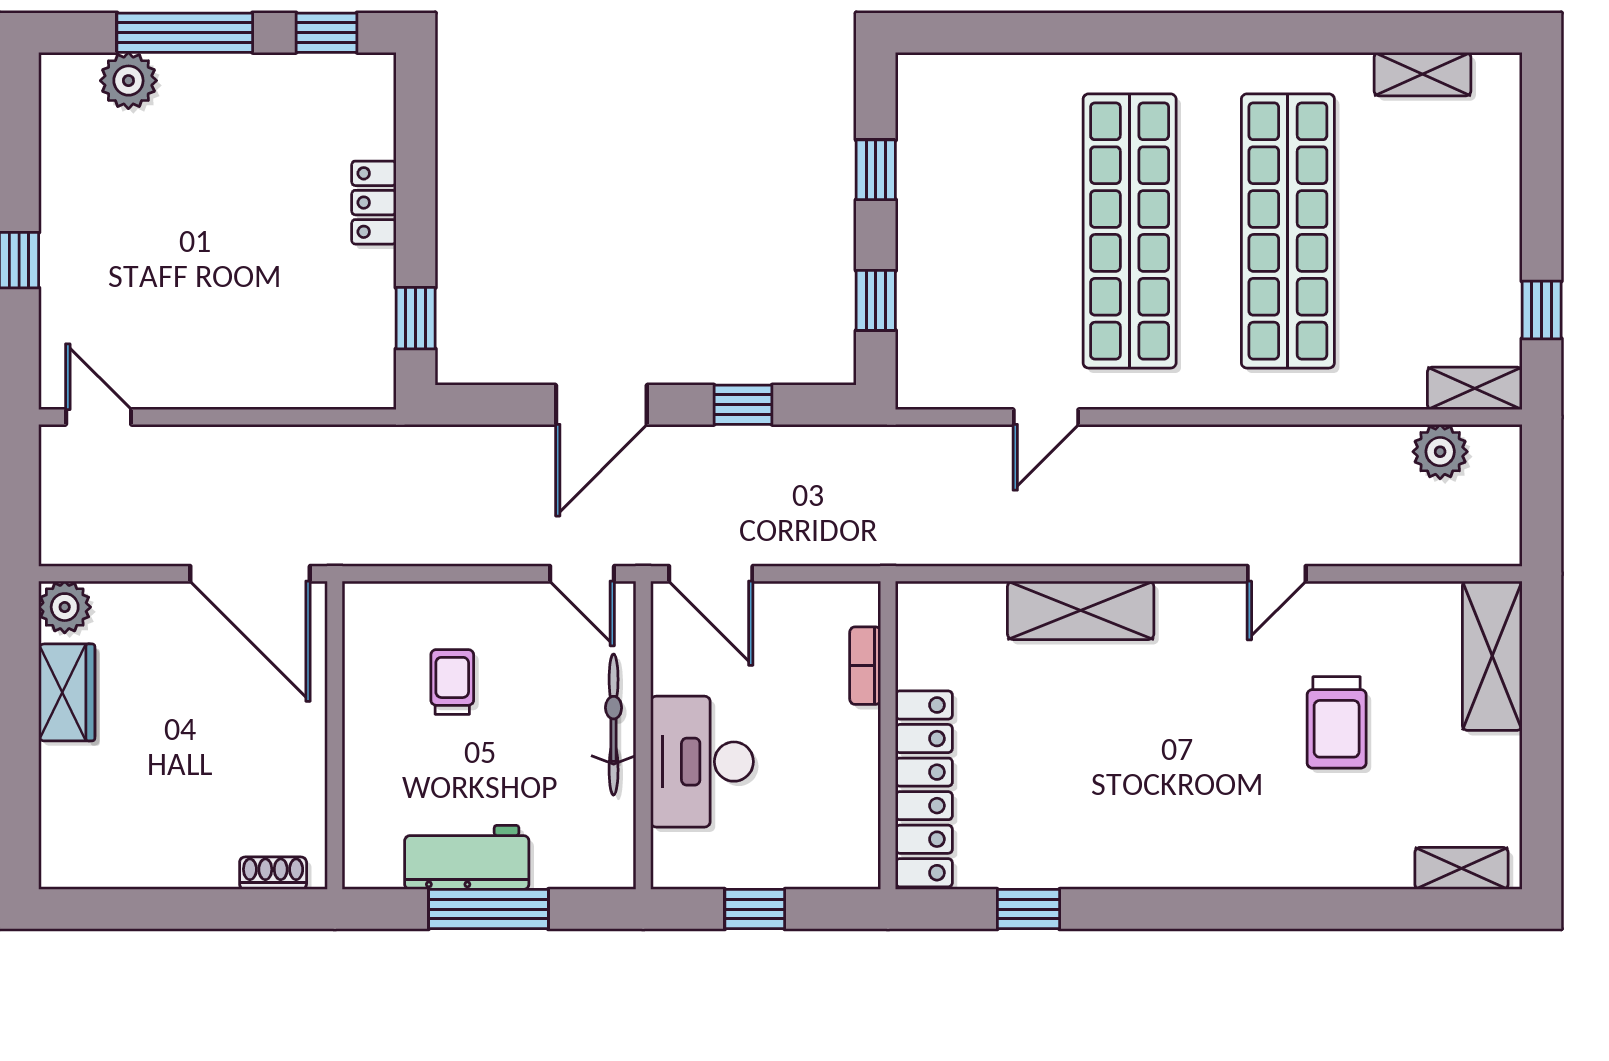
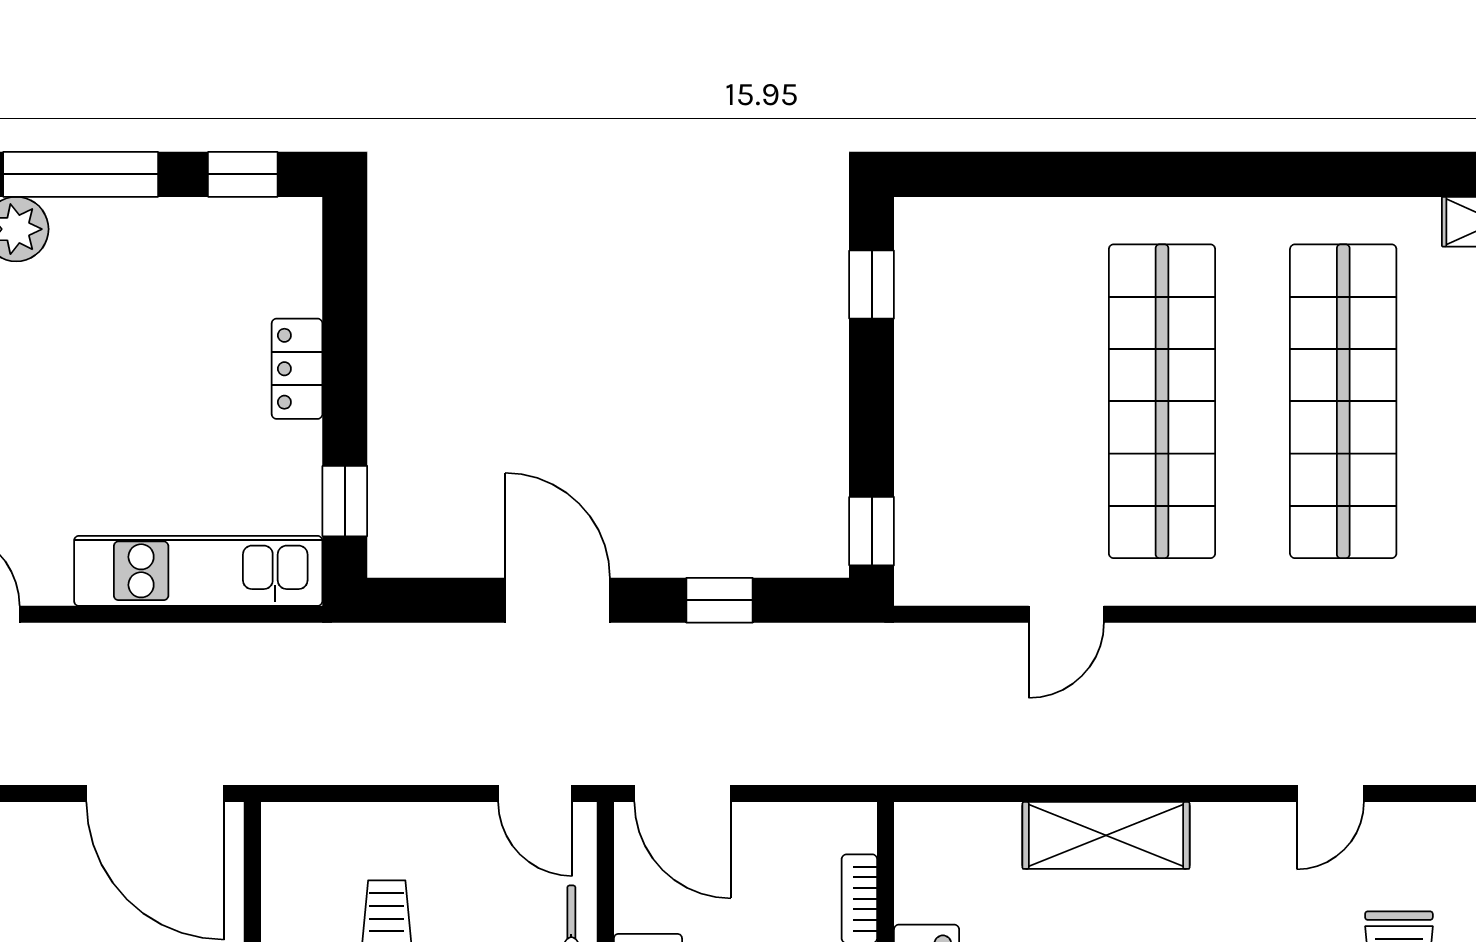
window: (876, 170) -> (872, 285), moved
window: (876, 300) -> (872, 531), moved
kitchen unit: (288, 379) -> (198, 571), added
door: (601, 405) -> (557, 600), swing flipped

